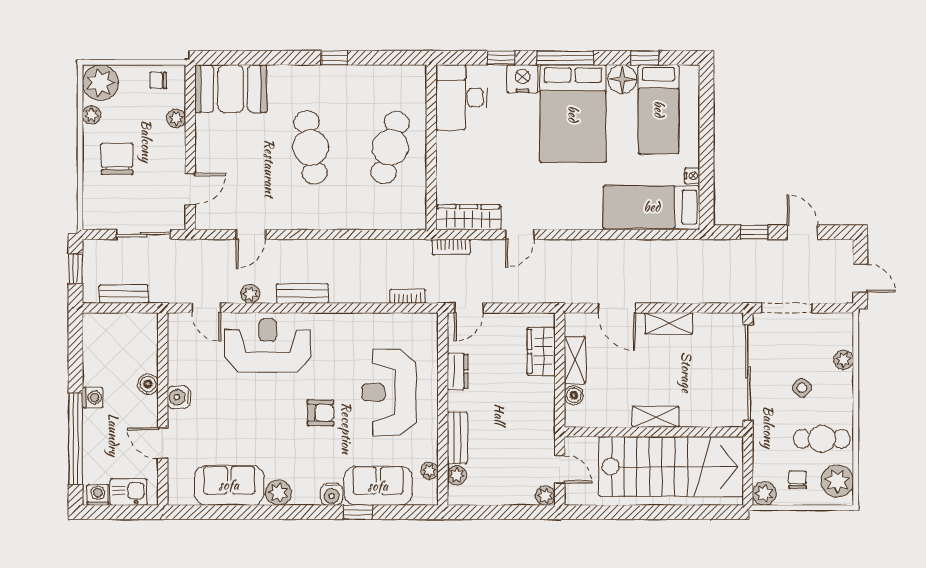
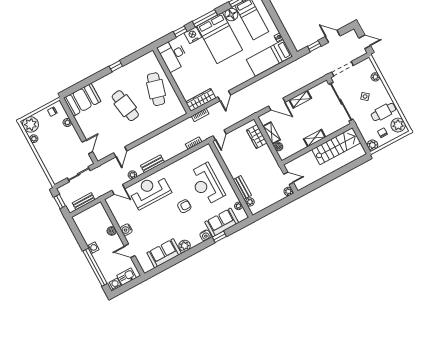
chair: (117, 159) -> (53, 150), removed
dresser: (458, 371) -> (229, 162), removed
stairs: (671, 467) -> (336, 146), width x0.73, depth x0.66

